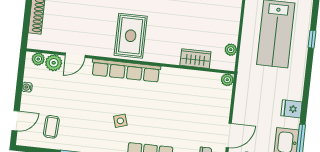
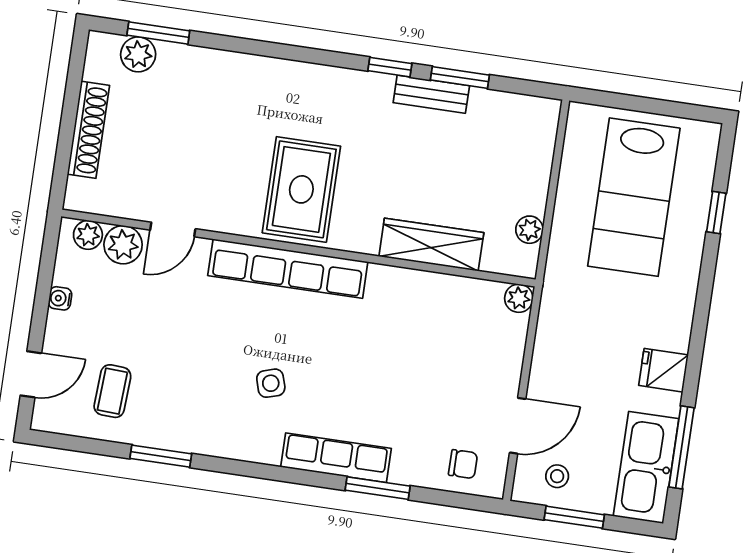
wardrobe: (195, 59) -> (431, 245), width x1.50

